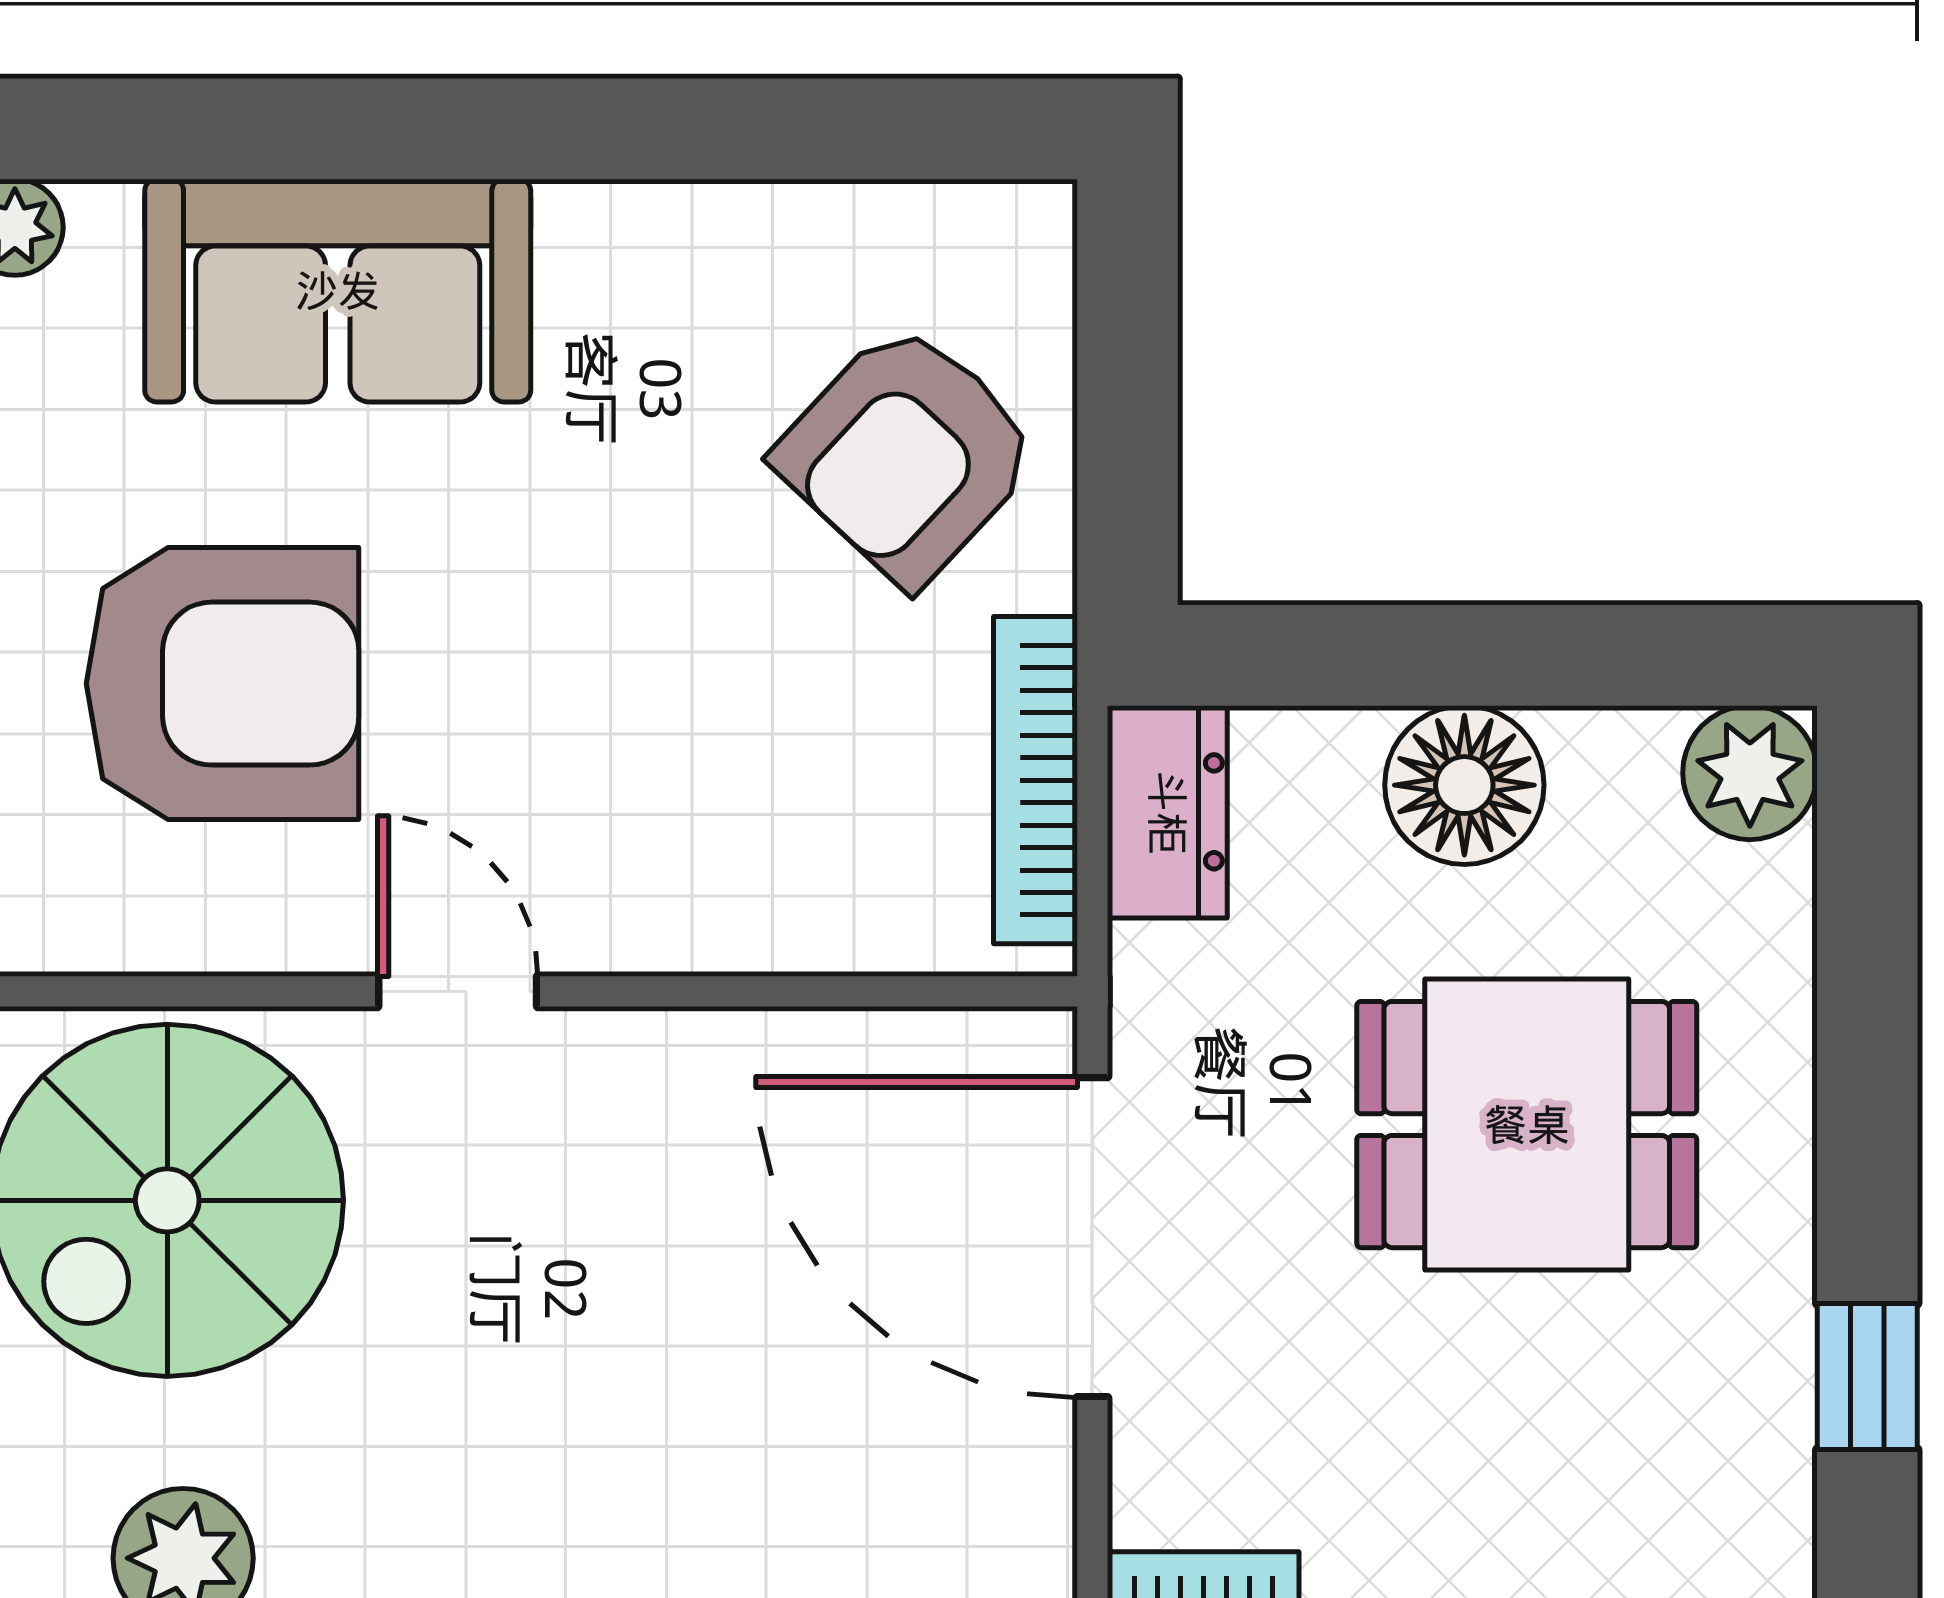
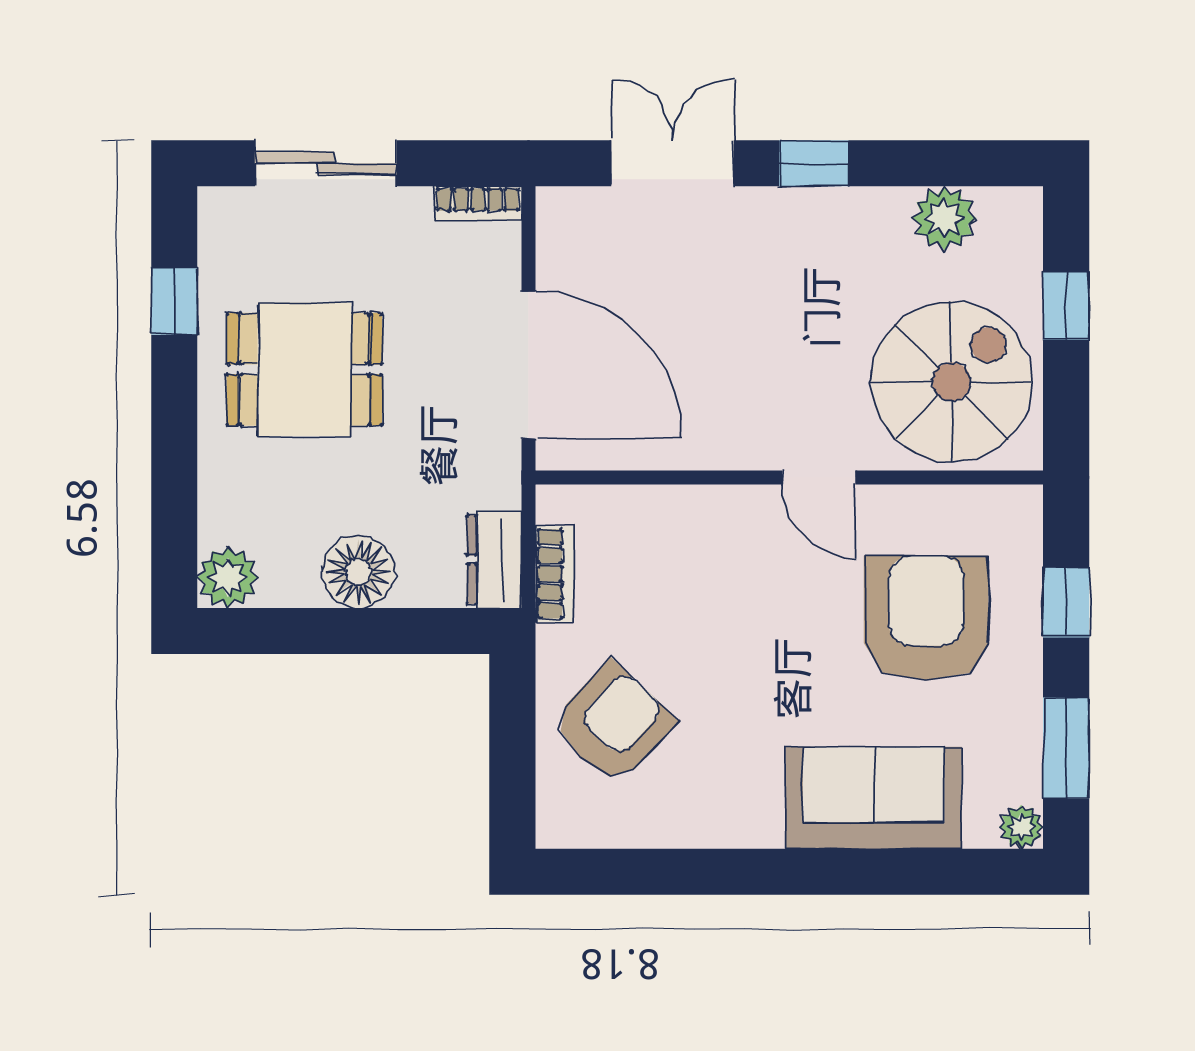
armchair: (223, 684) -> (926, 618), turned 90
bookcase: (1035, 780) -> (555, 574), width x0.64
dining table: (1527, 1125) -> (304, 369), moved

